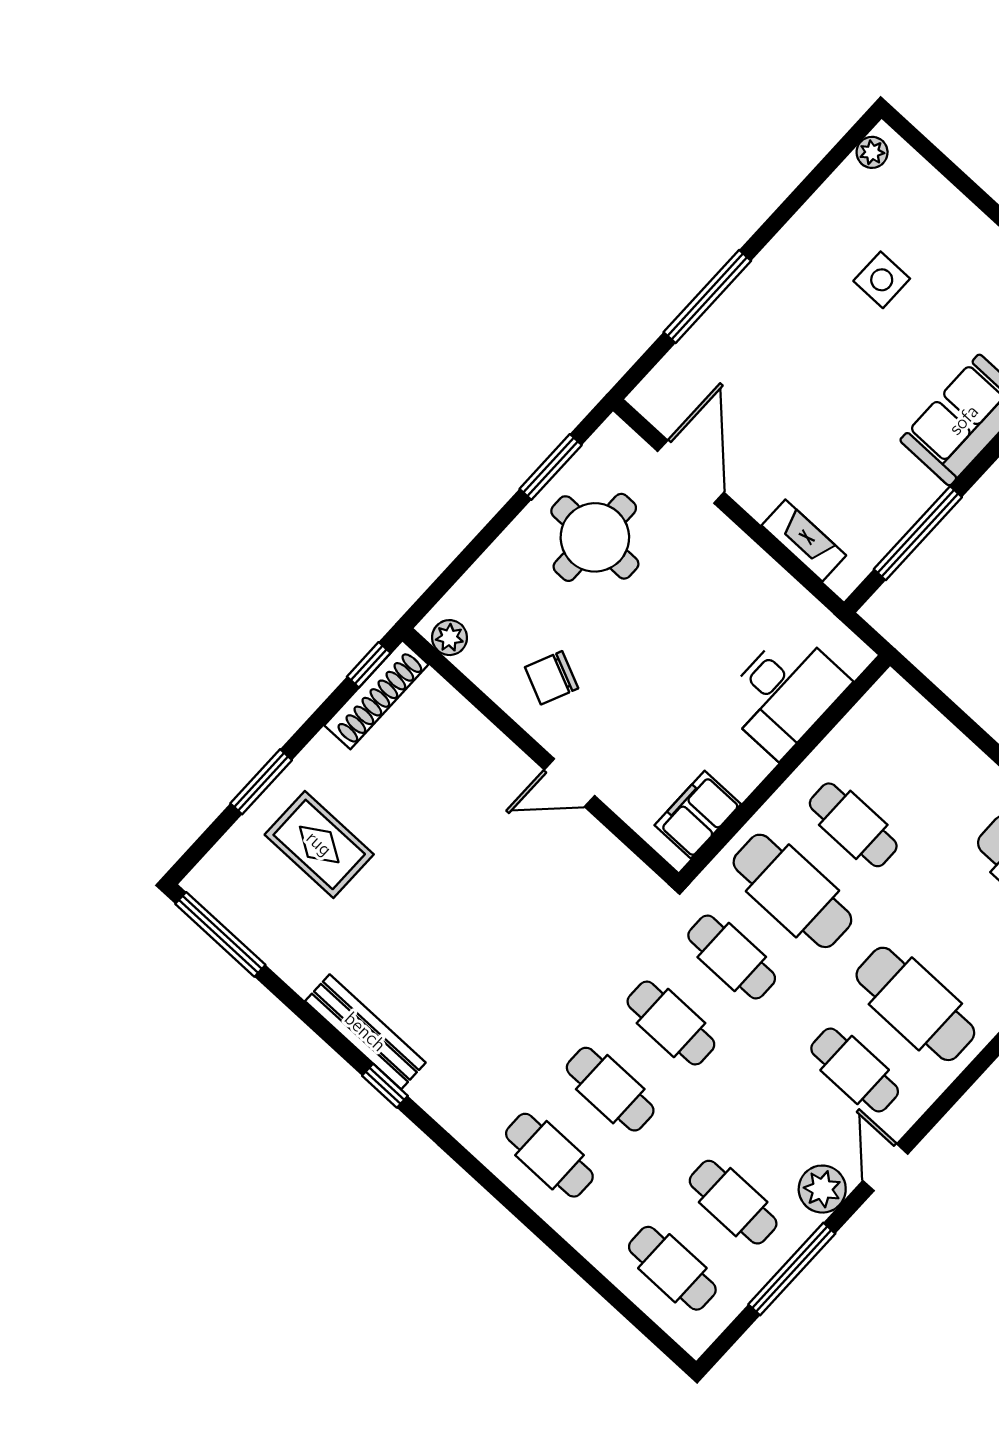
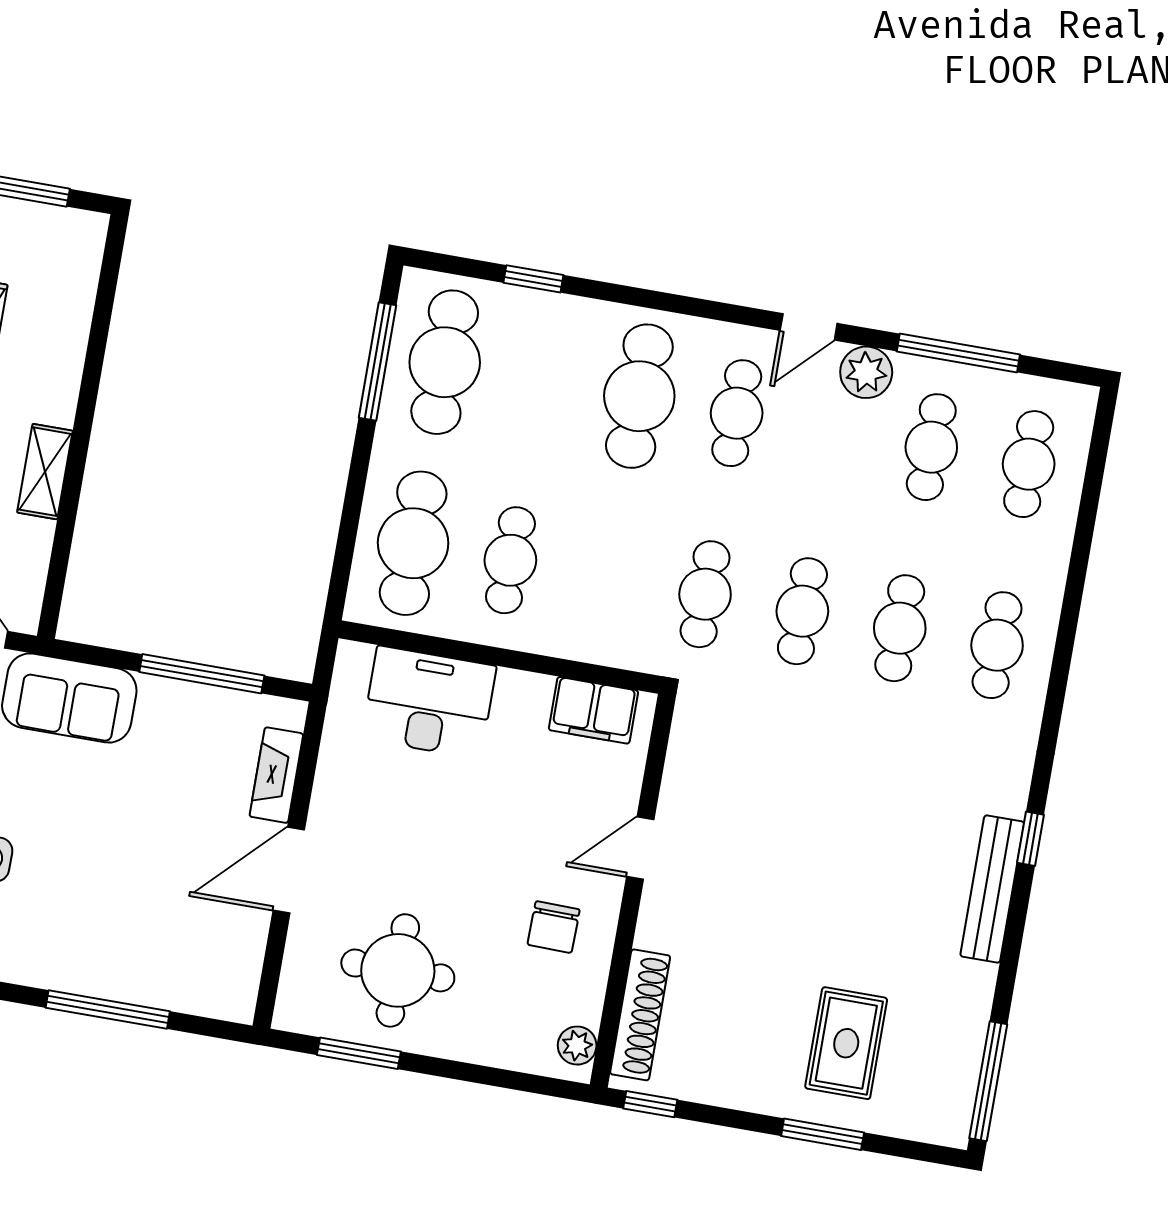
door: (691, 472) -> (289, 870), moved
chair: (552, 678) -> (554, 927), turned 67
shoe rack: (376, 695) -> (640, 1015), moved, turned 90
door: (569, 783) -> (640, 848), swing flipped
cafe table: (792, 891) -> (413, 543), moved

